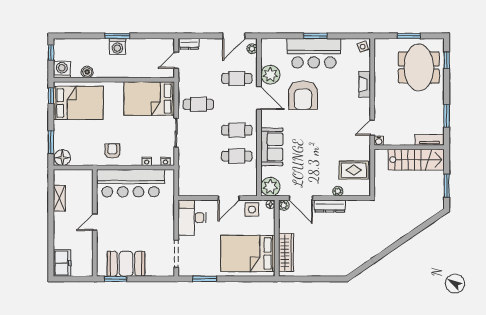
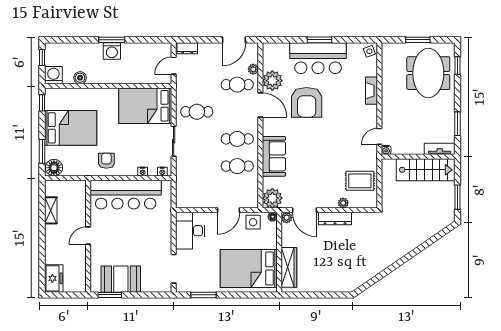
plant: (252, 49) -> (253, 69), moved
bed: (78, 103) -> (71, 128), moved

